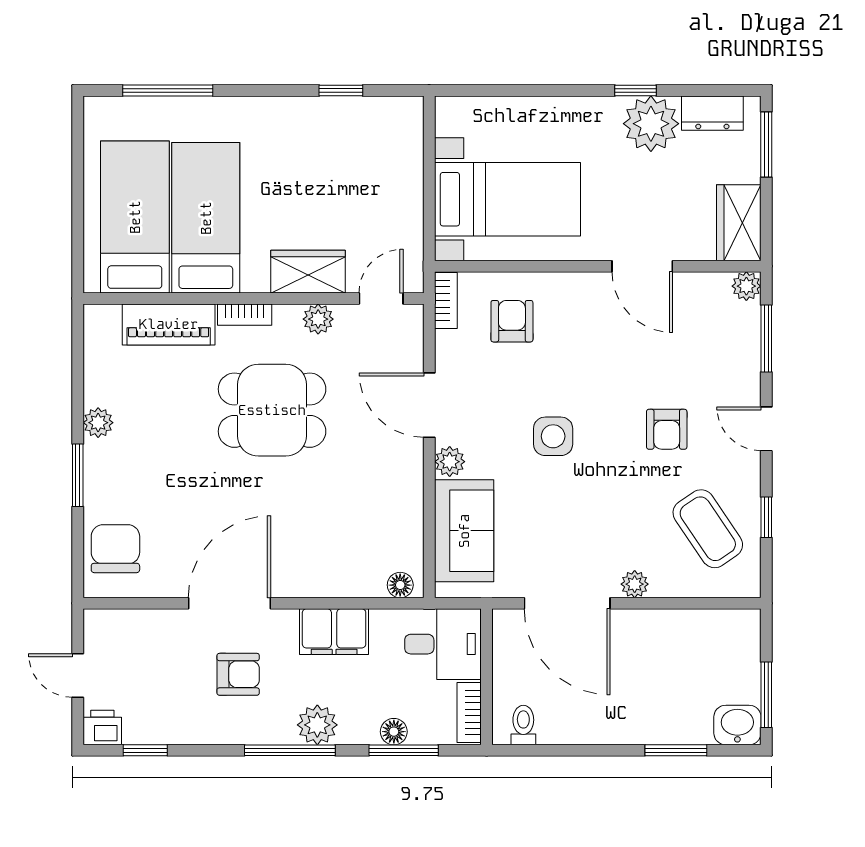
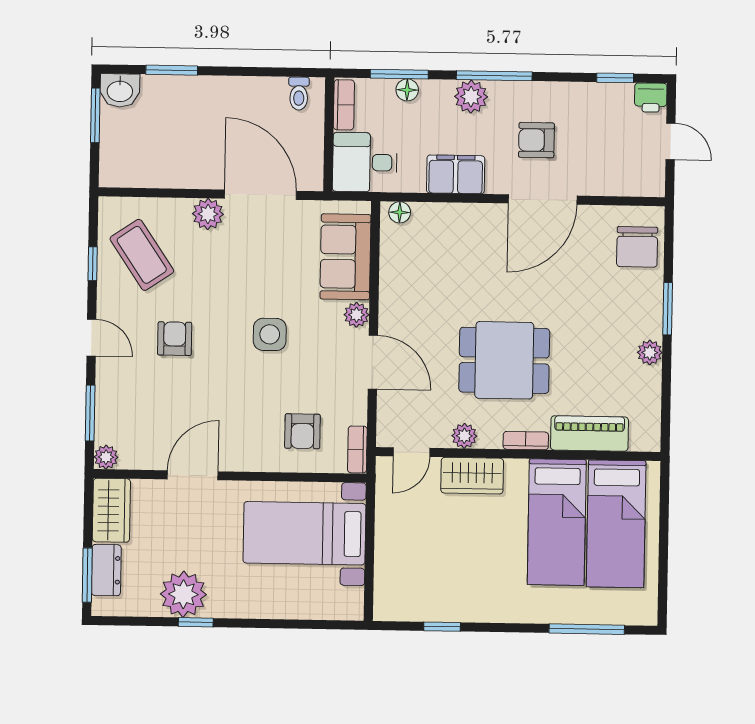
dresser: (712, 113) -> (106, 570), moved, turned 90
door: (642, 266) -> (193, 475), hinge flipped
plant: (635, 584) -> (208, 214), width x1.38, depth x1.38

